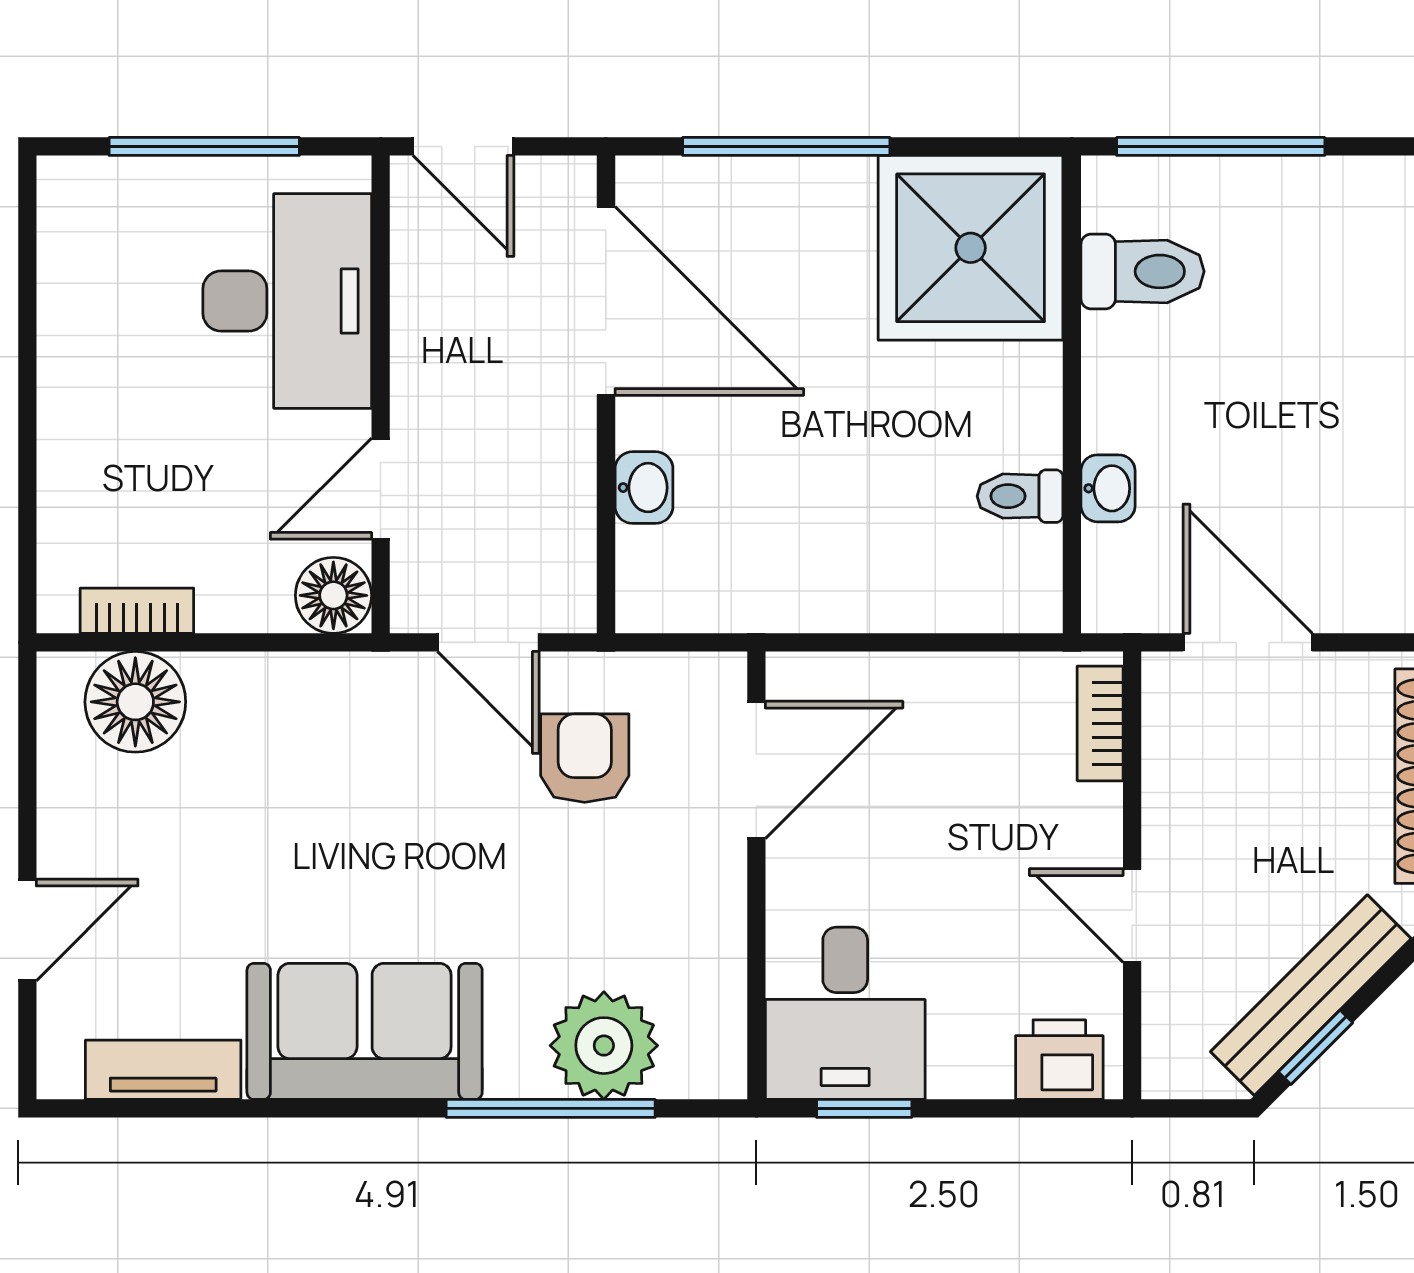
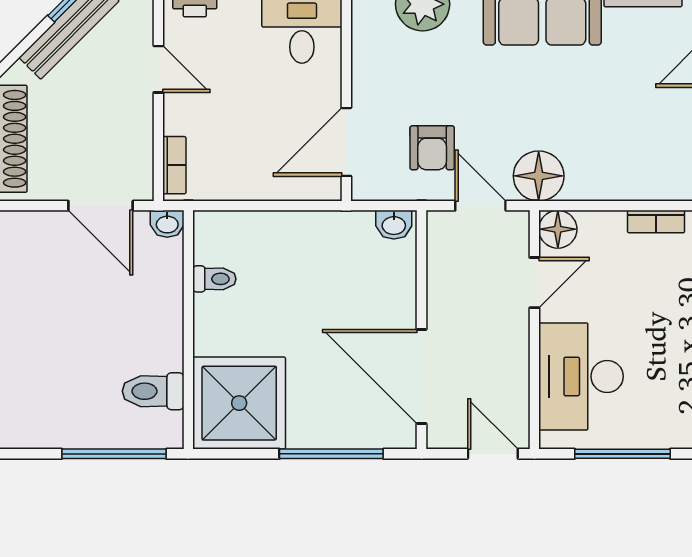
washbasin: (644, 488) -> (394, 225), moved, turned -90
washbasin: (1108, 488) -> (167, 224), moved, turned -90
floor lamp: (135, 702) -> (539, 176), moved

